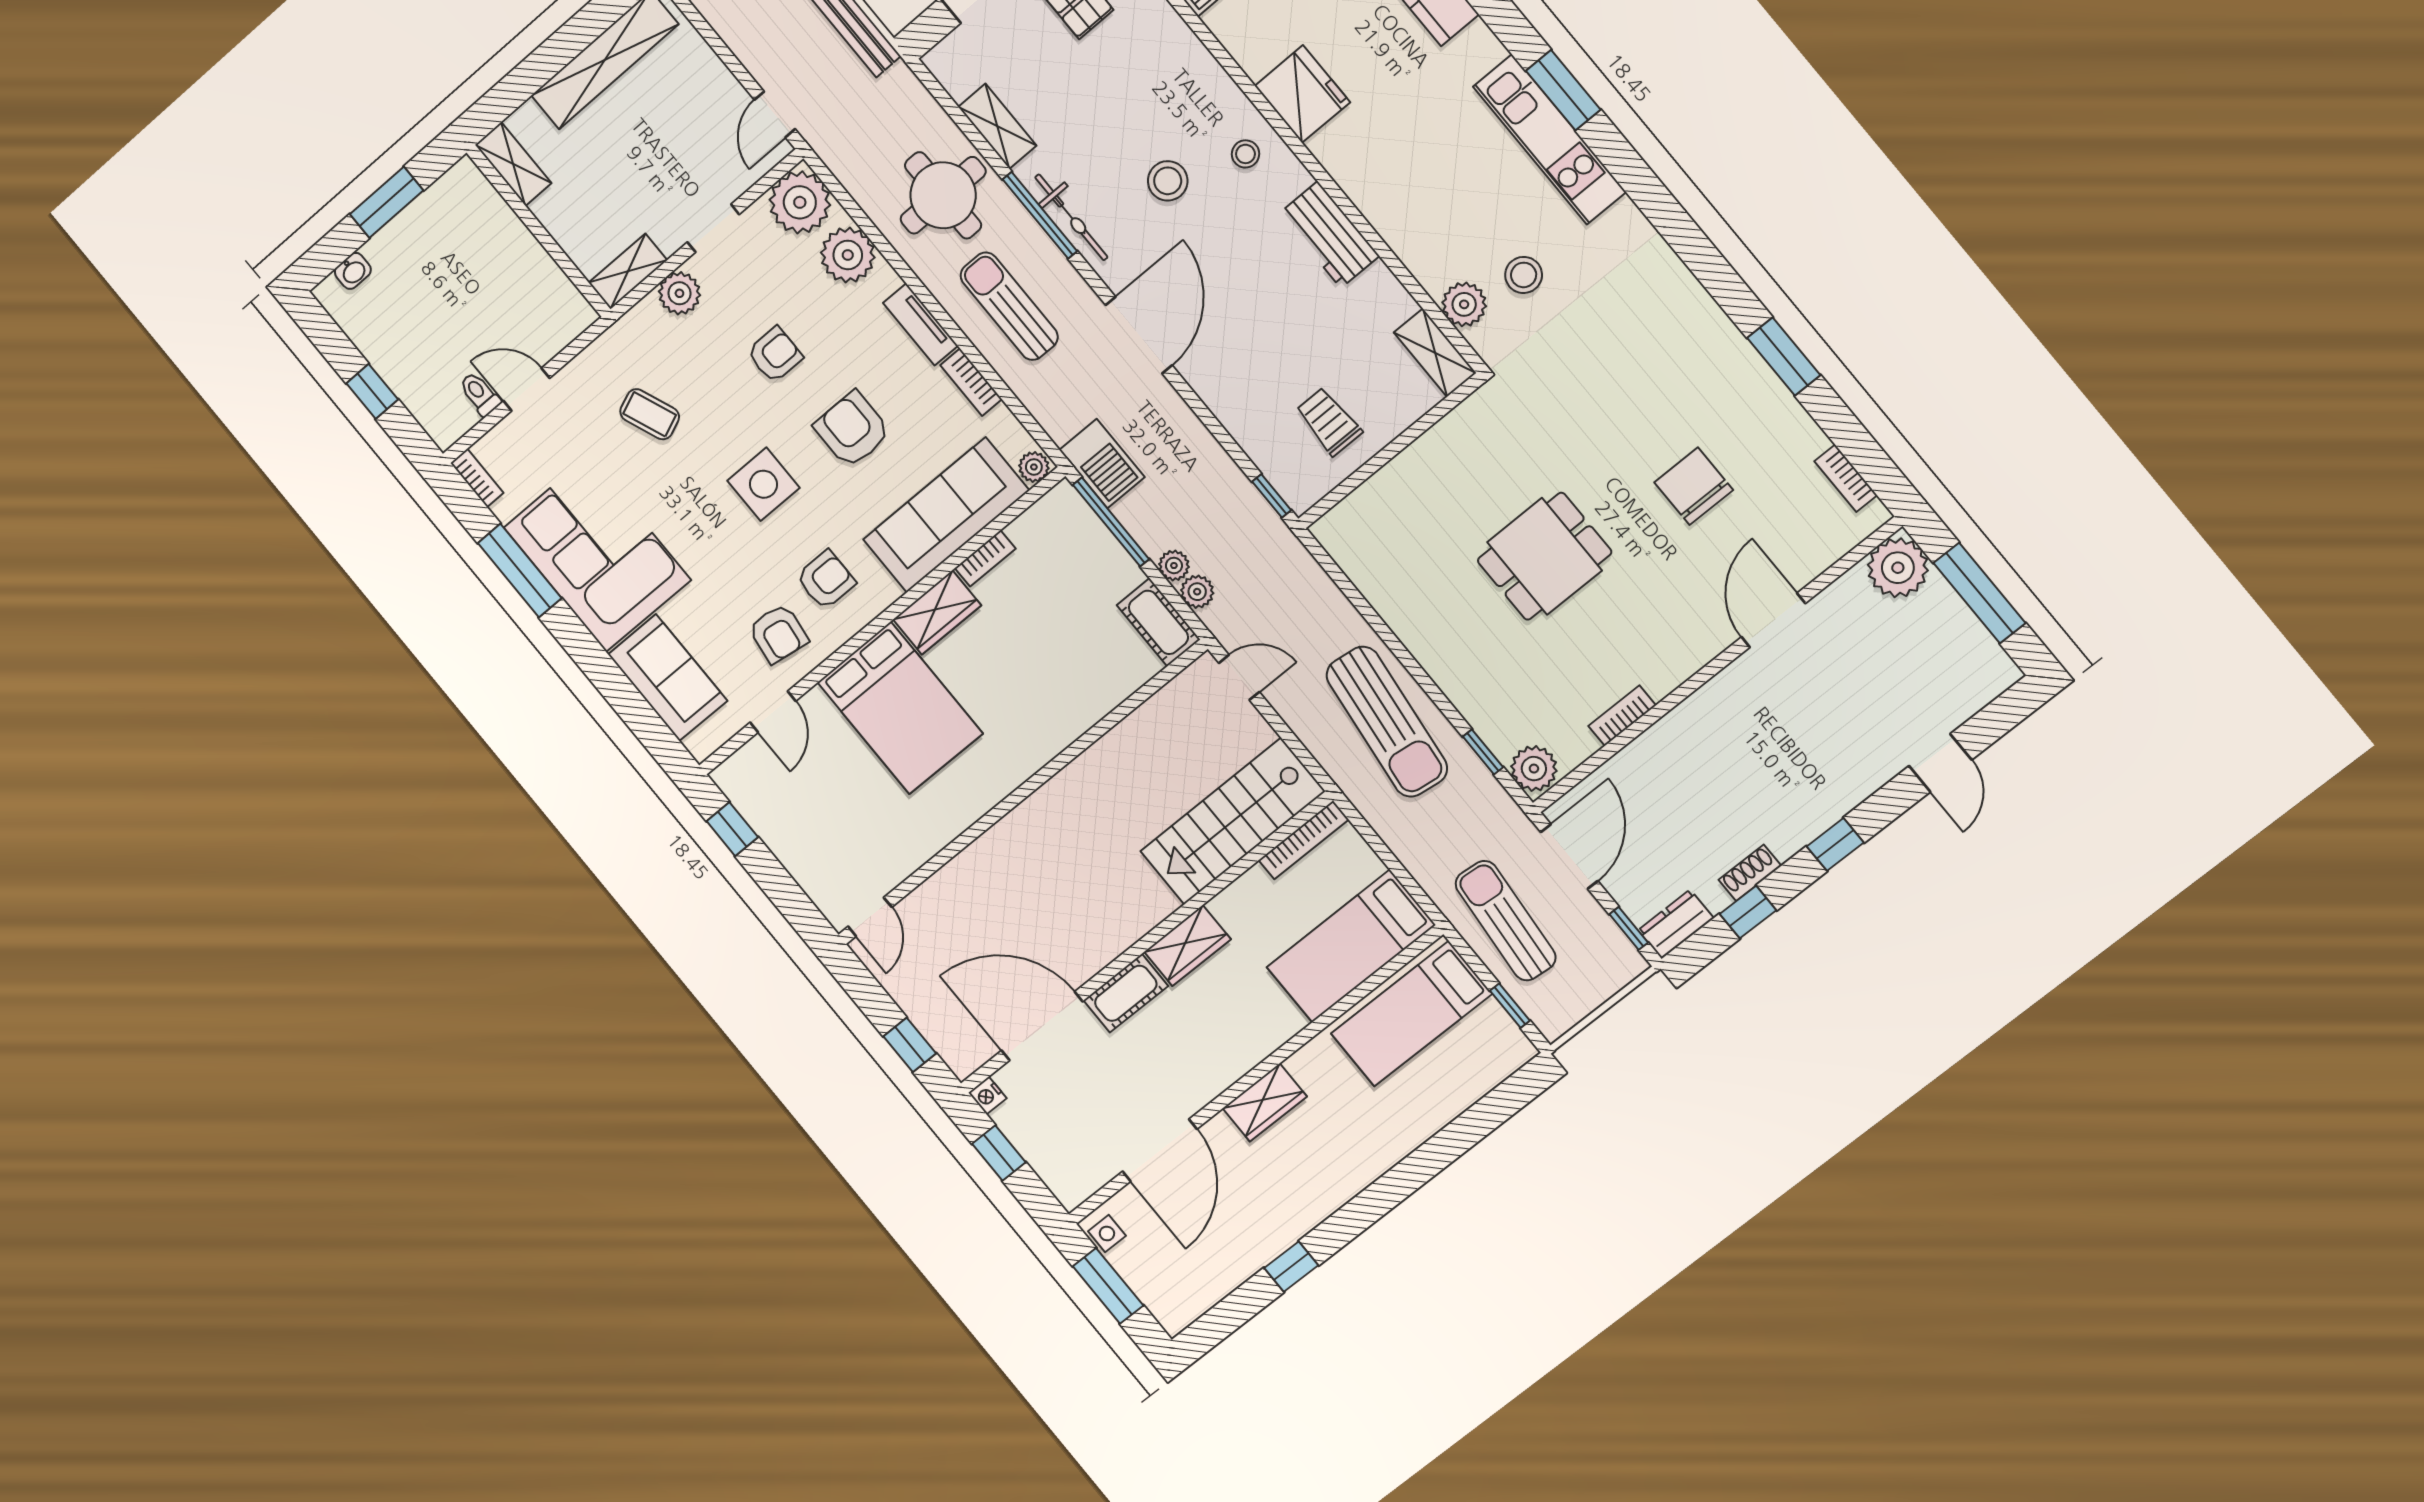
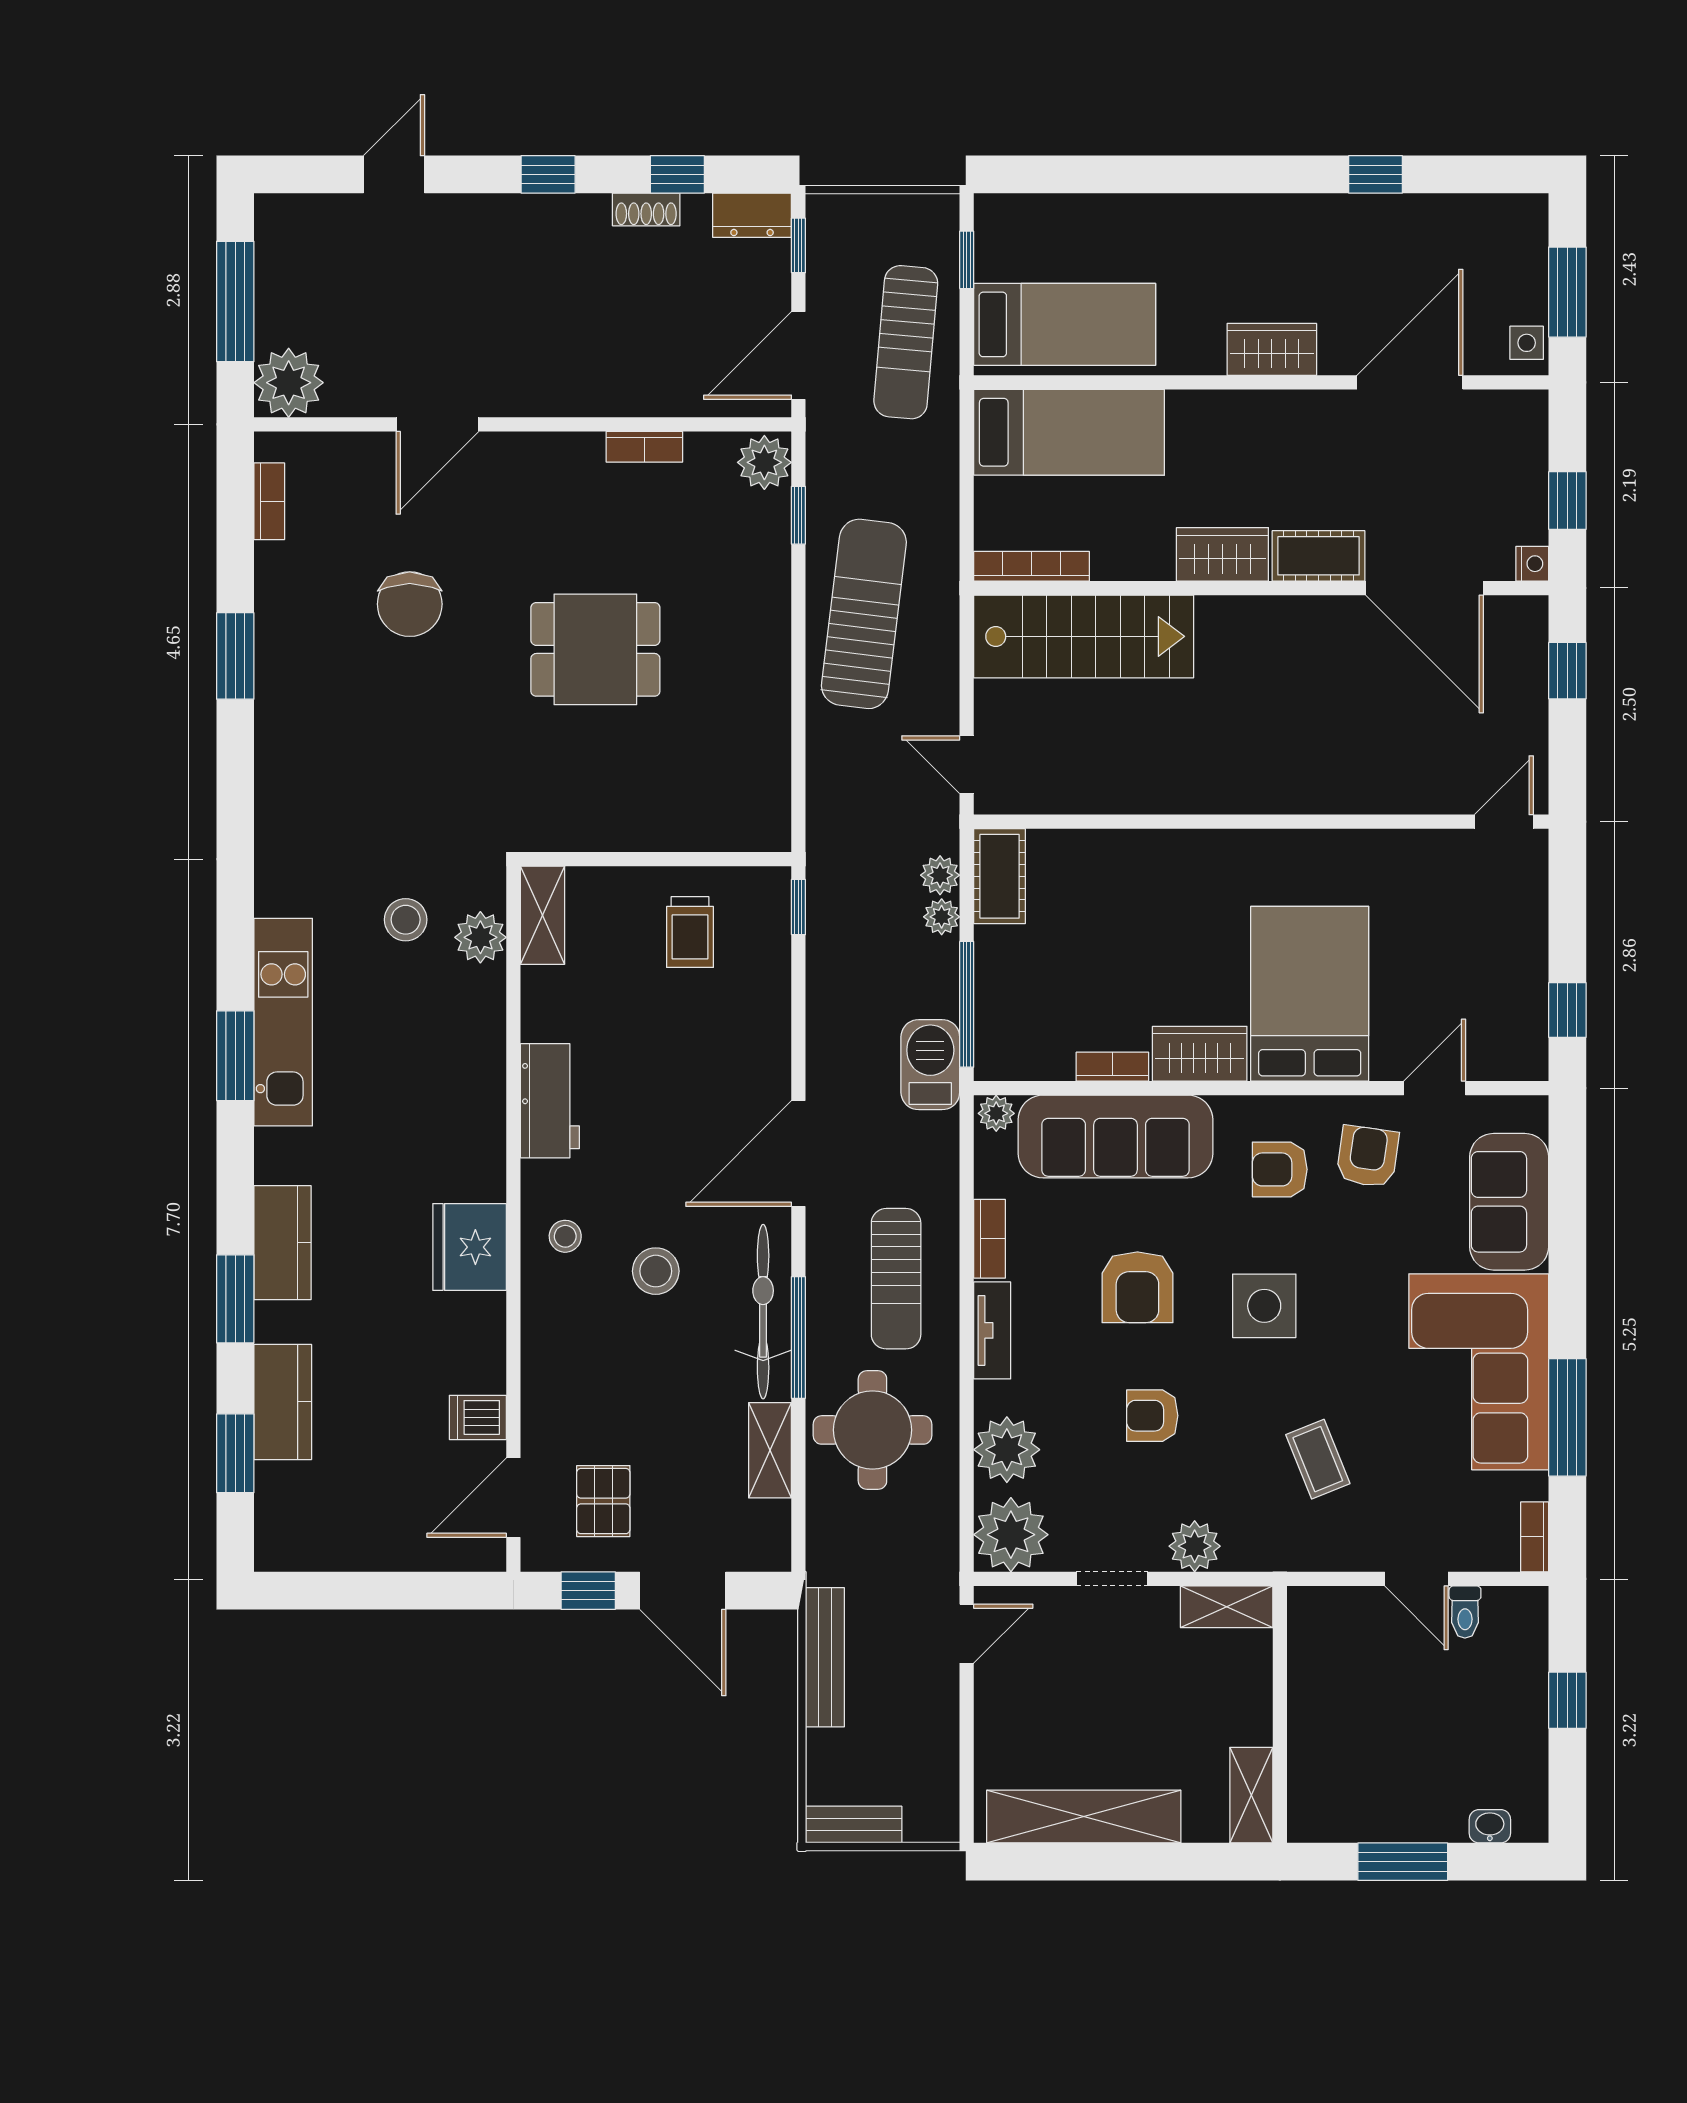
bicycle: (1071, 217) -> (763, 1312), width x1.37, depth x1.40

